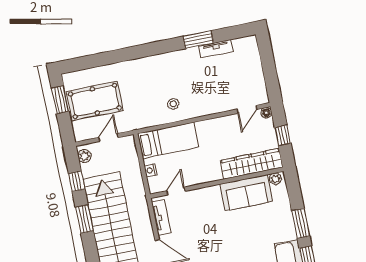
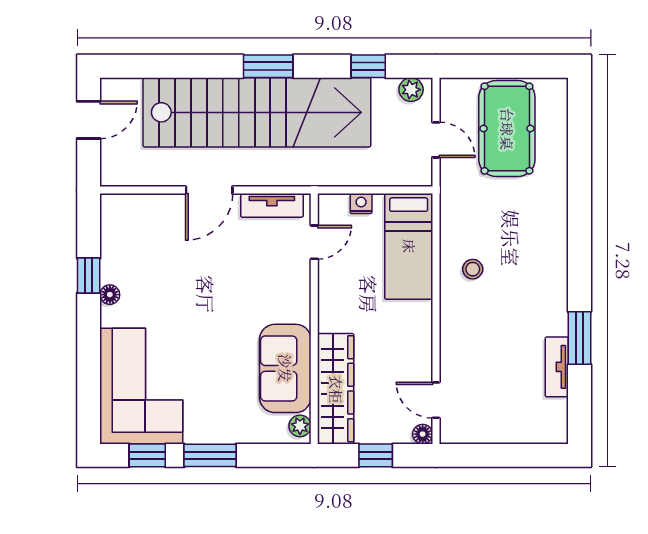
window: (60, 100) -> (522, 66), removed
door: (176, 191) -> (314, 242), hinge flipped
window: (84, 219) -> (268, 66), moved

